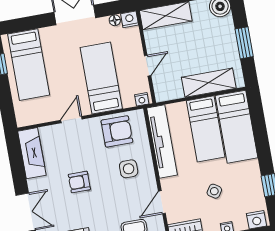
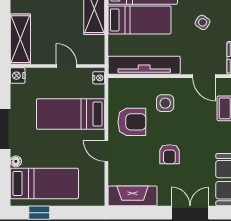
floor lamp: (115, 20) -> (16, 161), moved
armchair: (117, 131) -> (132, 122), moved, turned 90

